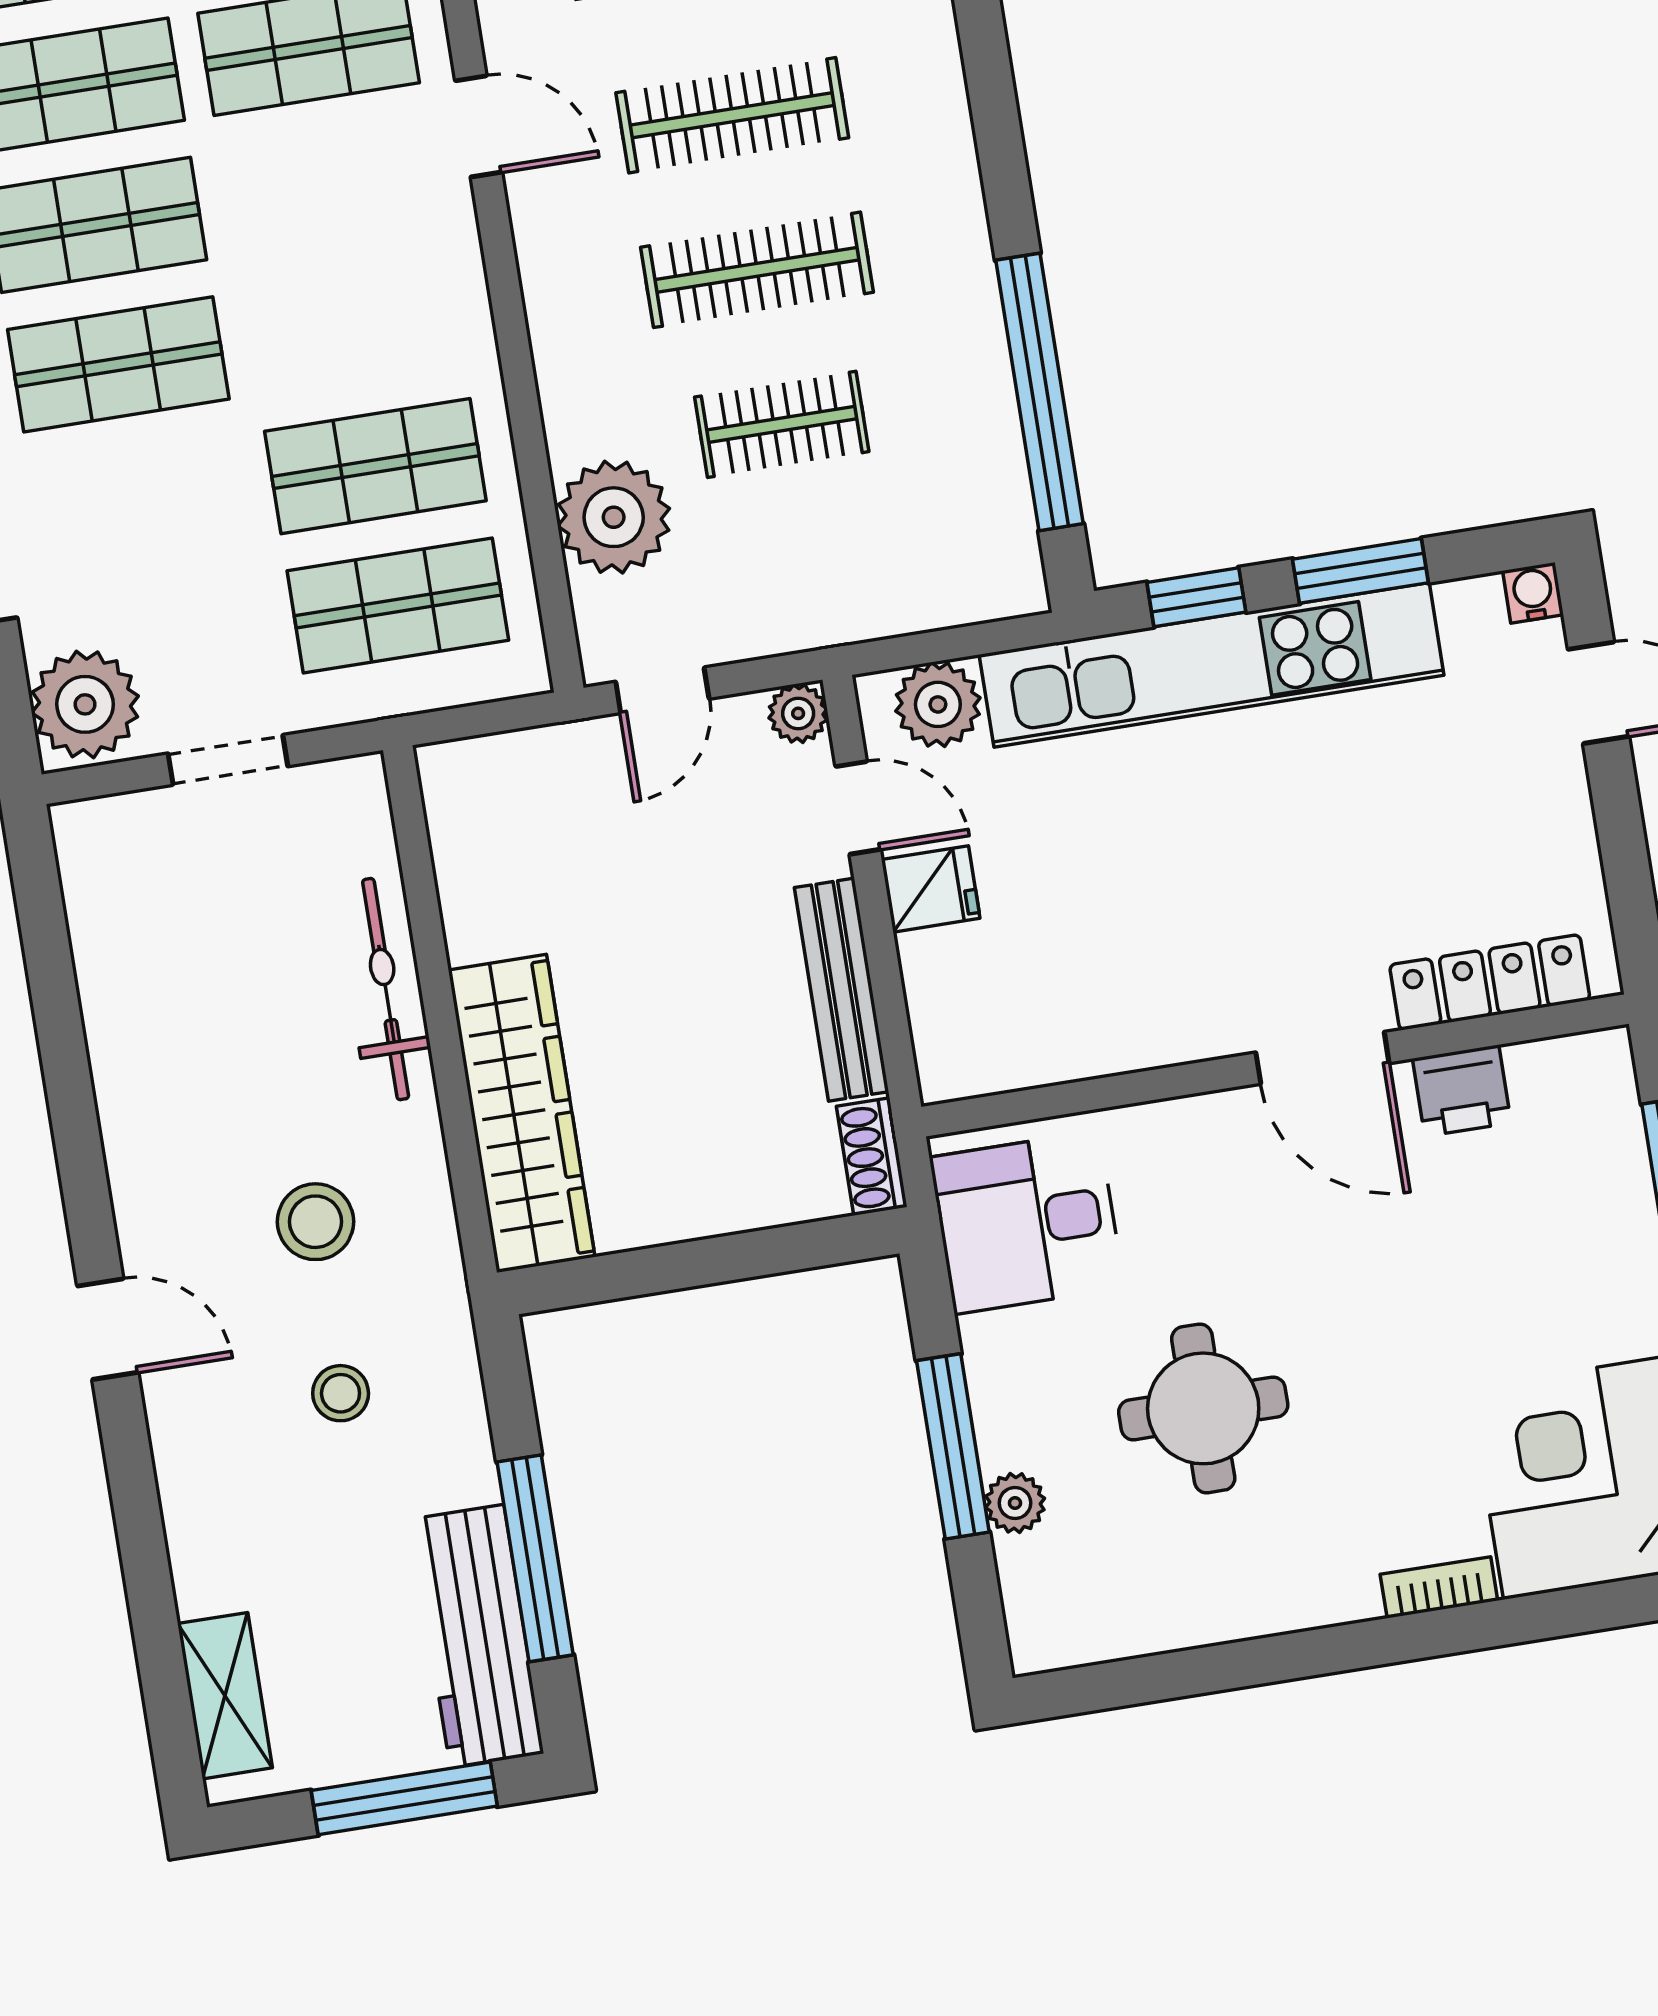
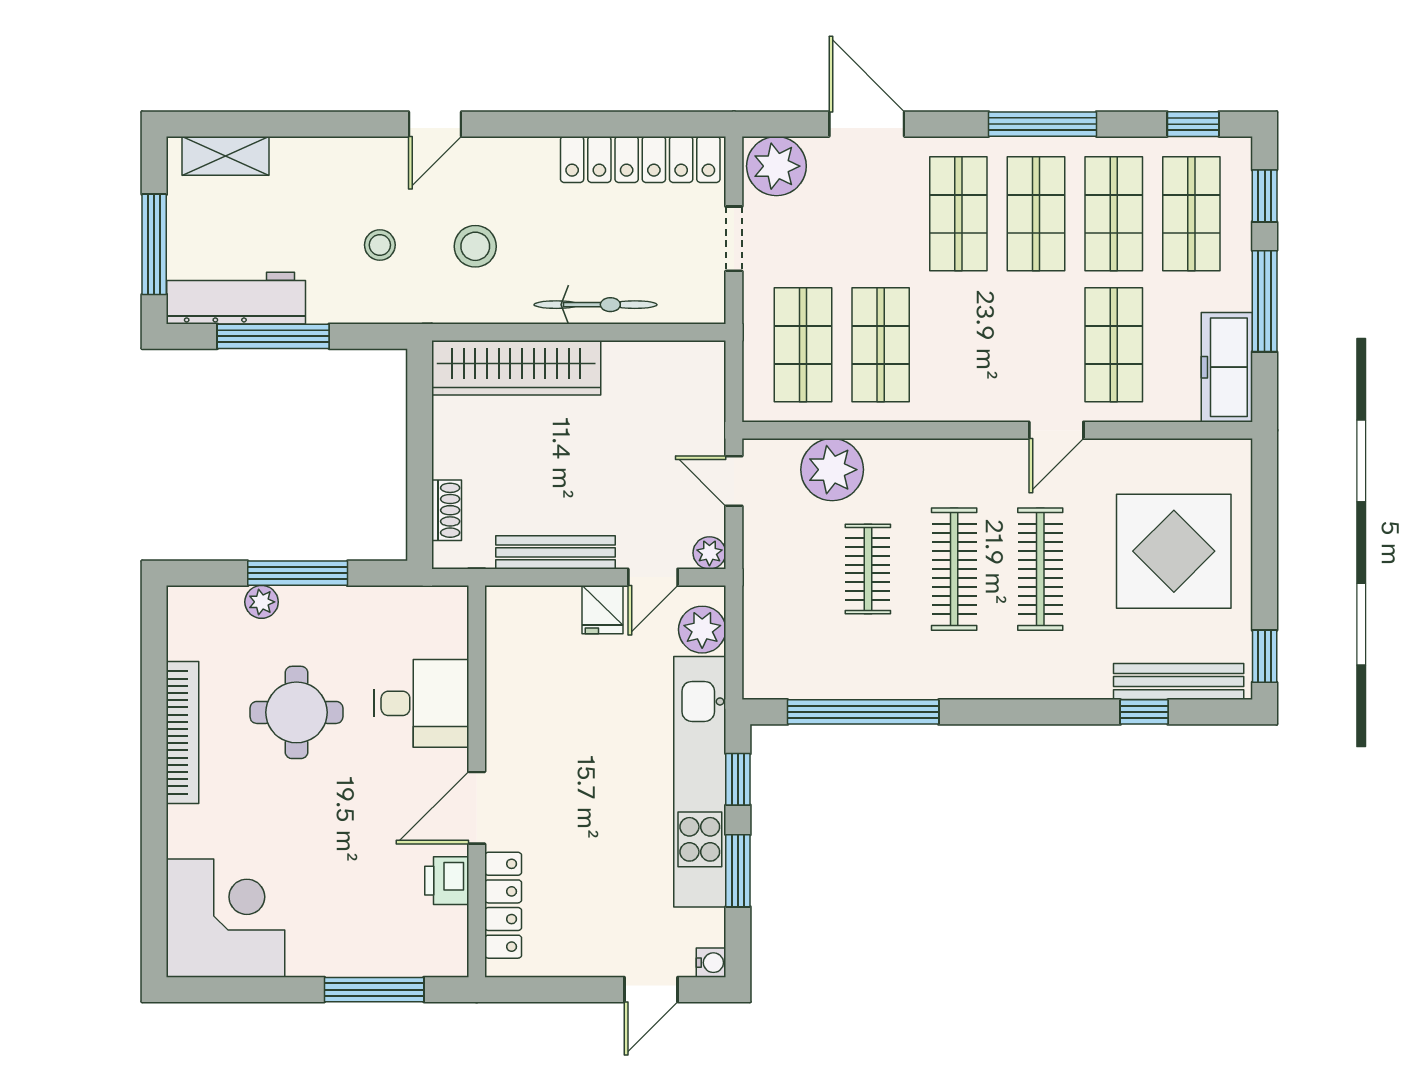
locker: (112, 951) -> (640, 159), added
shoe rack: (872, 1157) -> (447, 510), moved, turned 90
desk: (1027, 1222) -> (421, 703), moved, turned 90
bookcase: (1439, 1587) -> (183, 732), moved, width x2.31, depth x1.31

